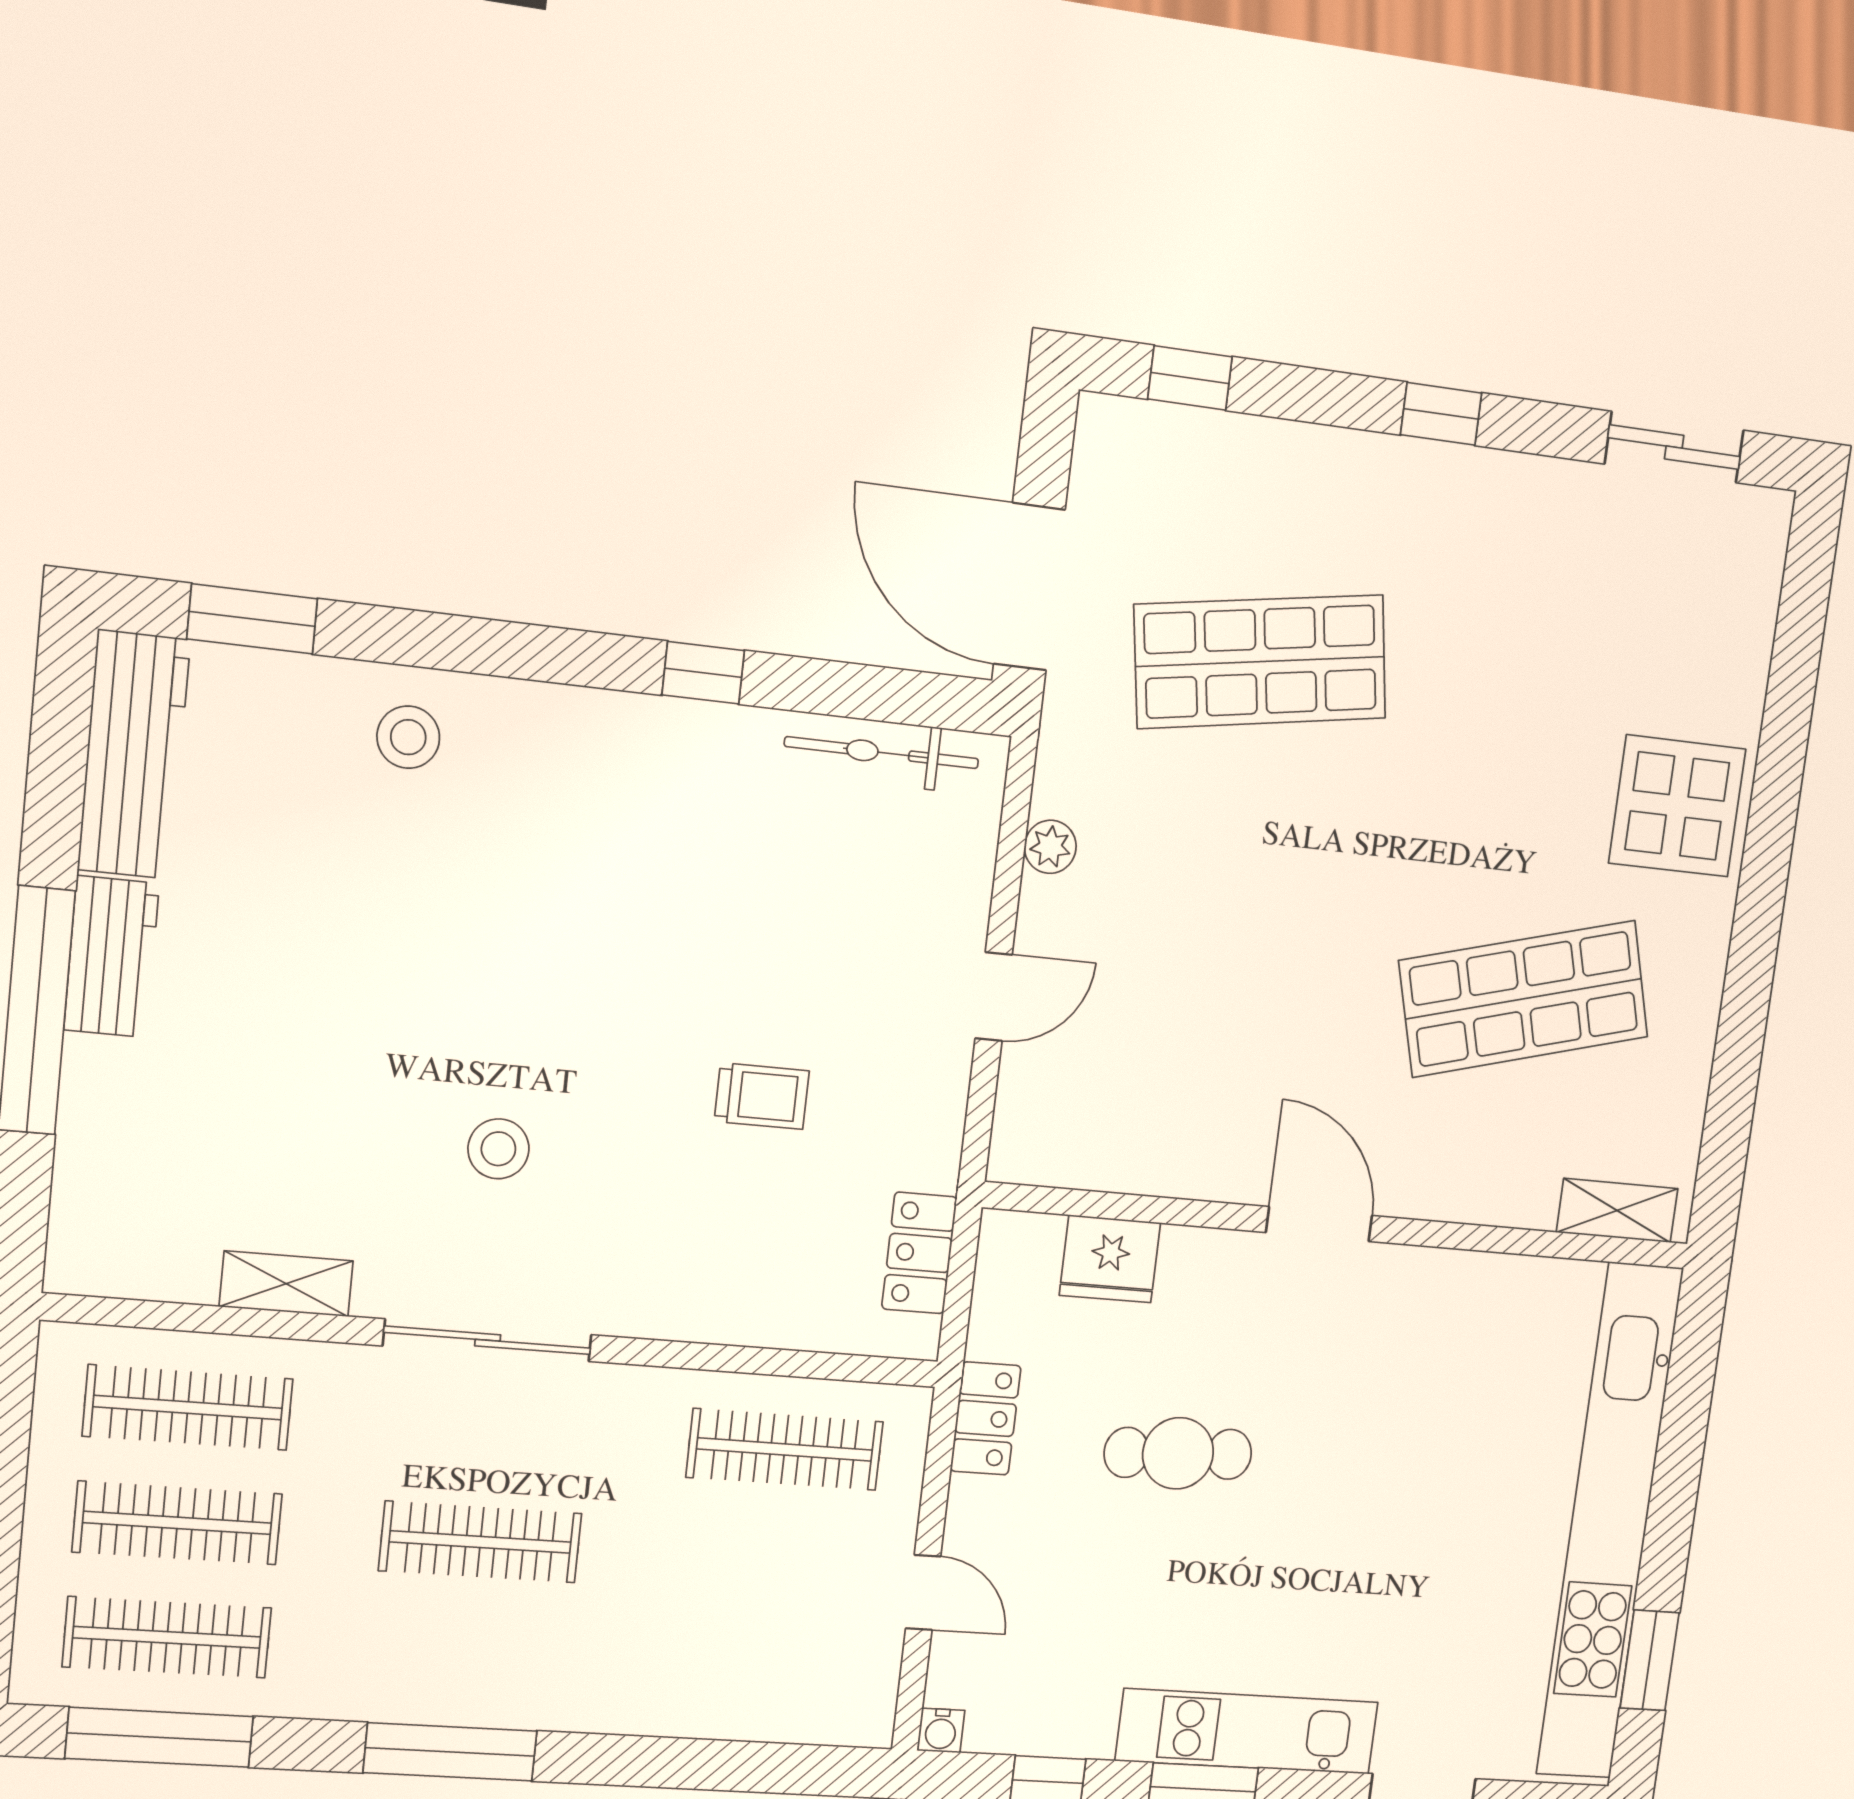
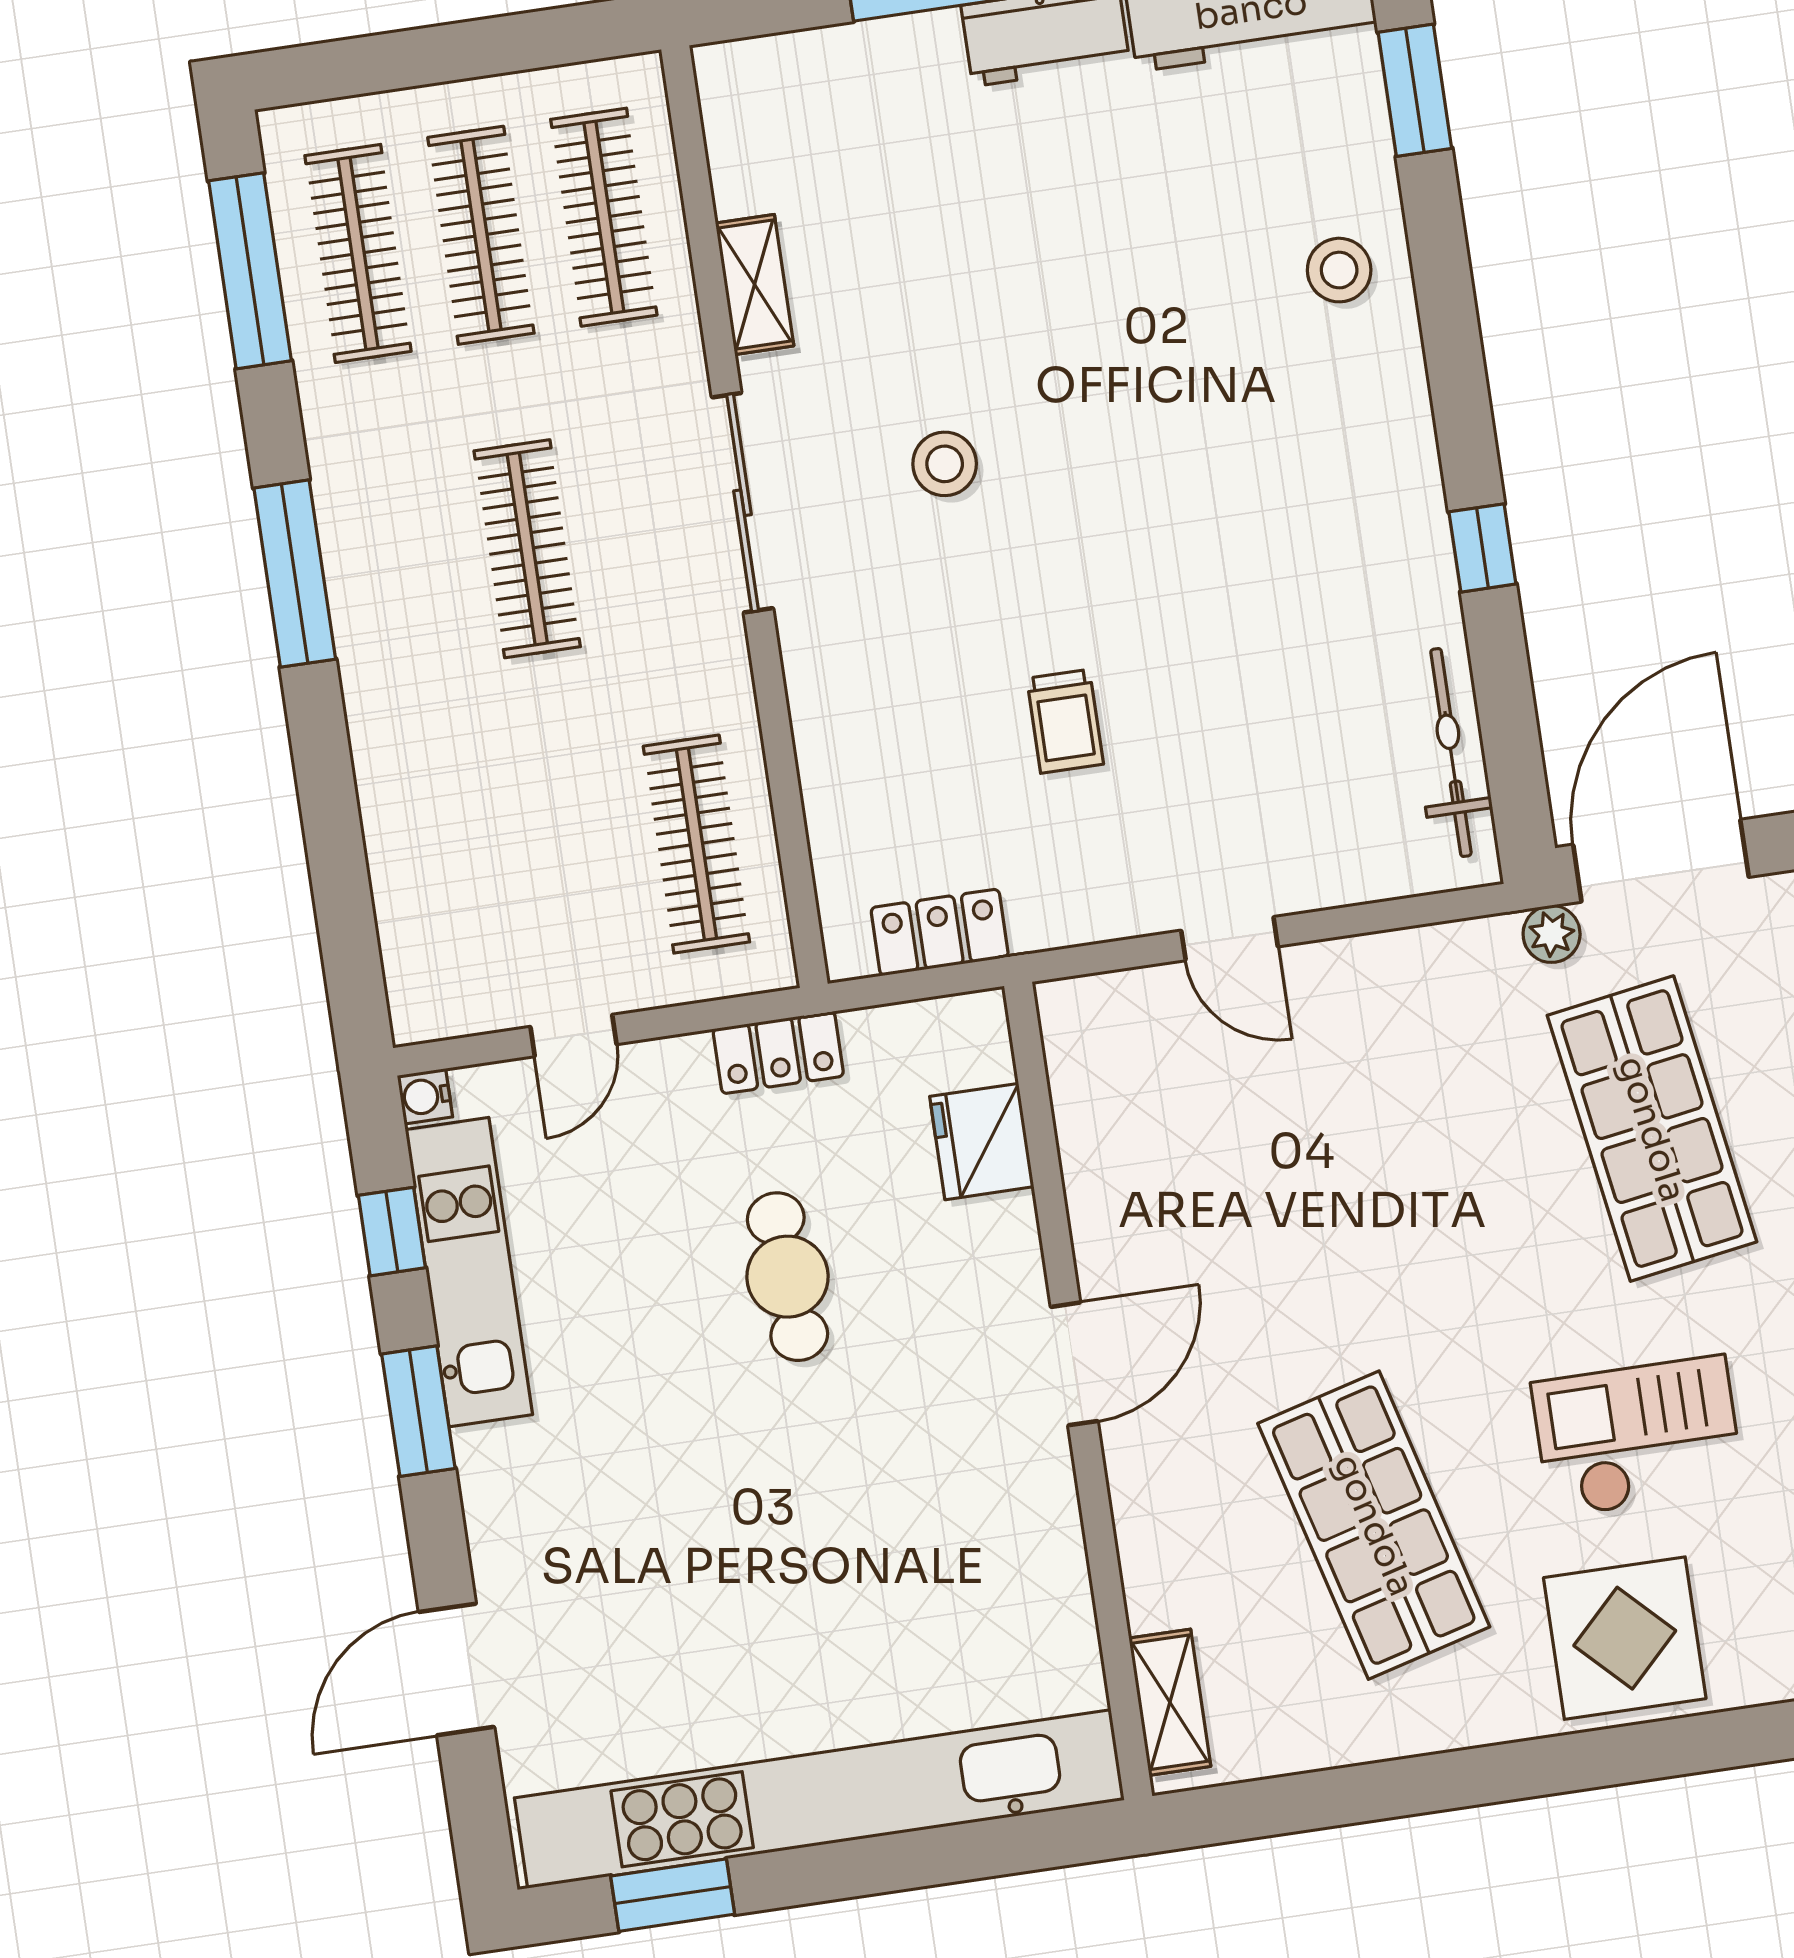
checkout: (1516, 748) -> (1638, 1437), added
plant: (1050, 847) -> (1552, 934), moved
kitchen unit: (1247, 1731) -> (469, 1272), moved

